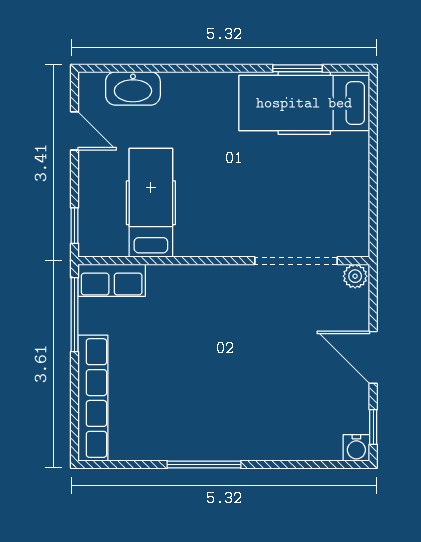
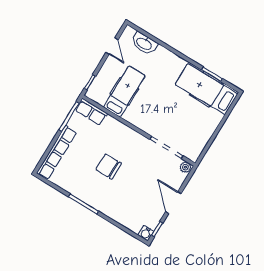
chair: (208, 364) -> (109, 167), added

